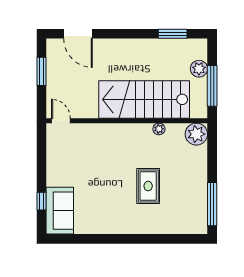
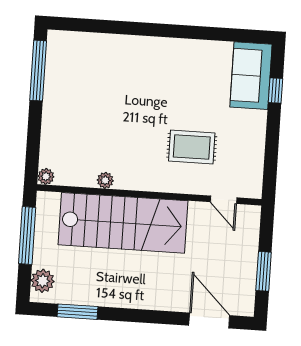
plant: (199, 69) -> (43, 281), moved
door: (61, 121) -> (224, 200), moved
plant: (196, 134) -> (46, 176), width x0.53, depth x0.53
rug: (148, 186) -> (192, 147), moved, turned 90

